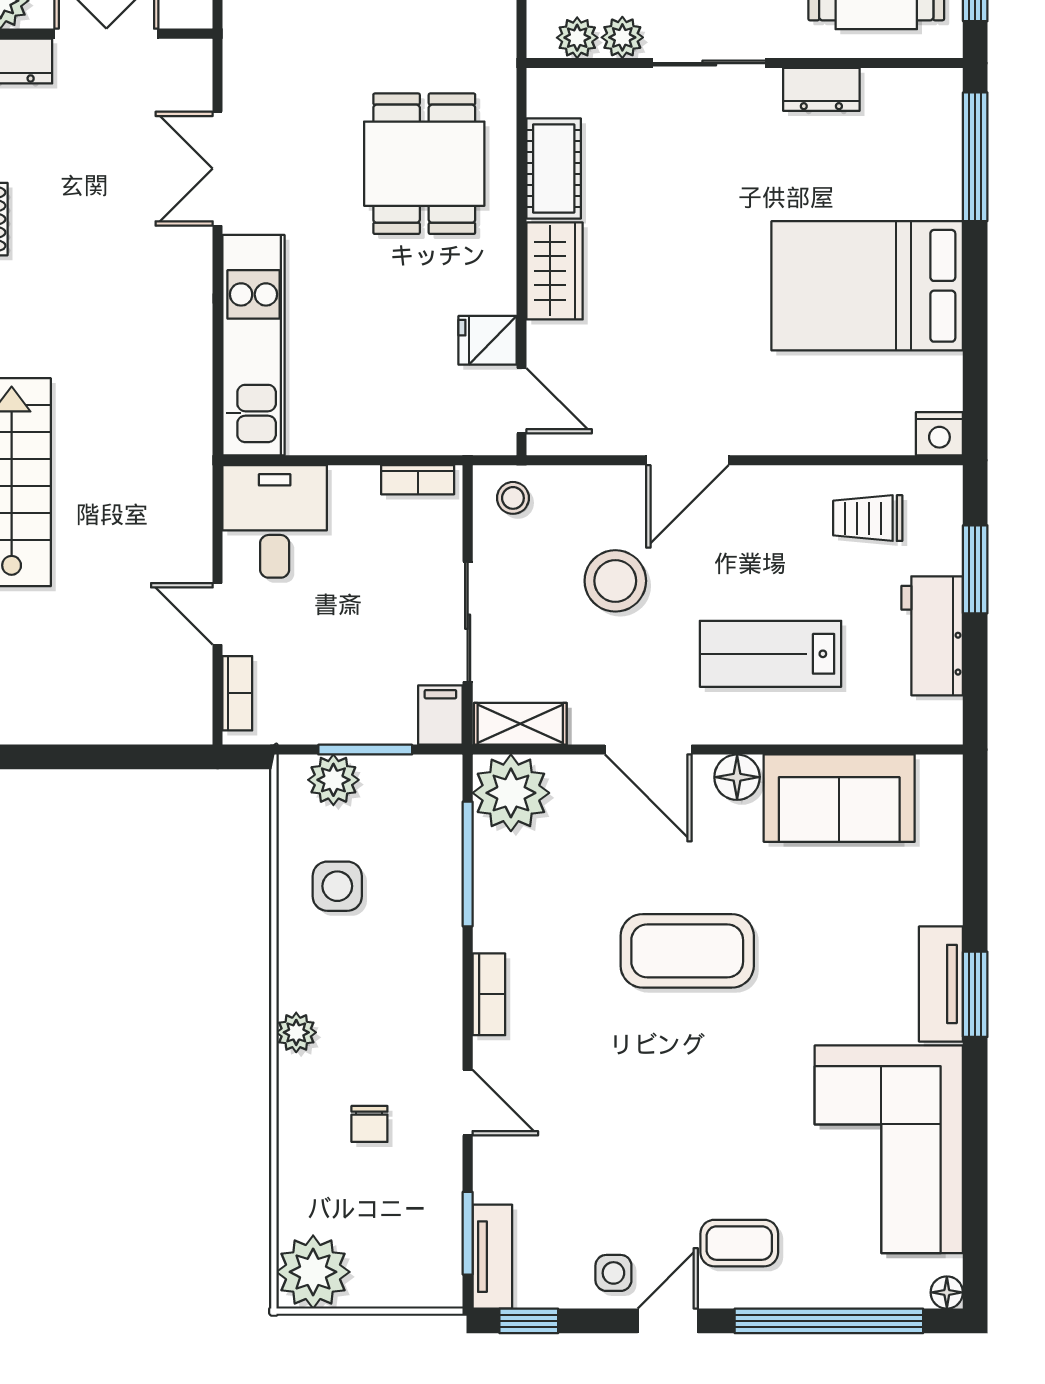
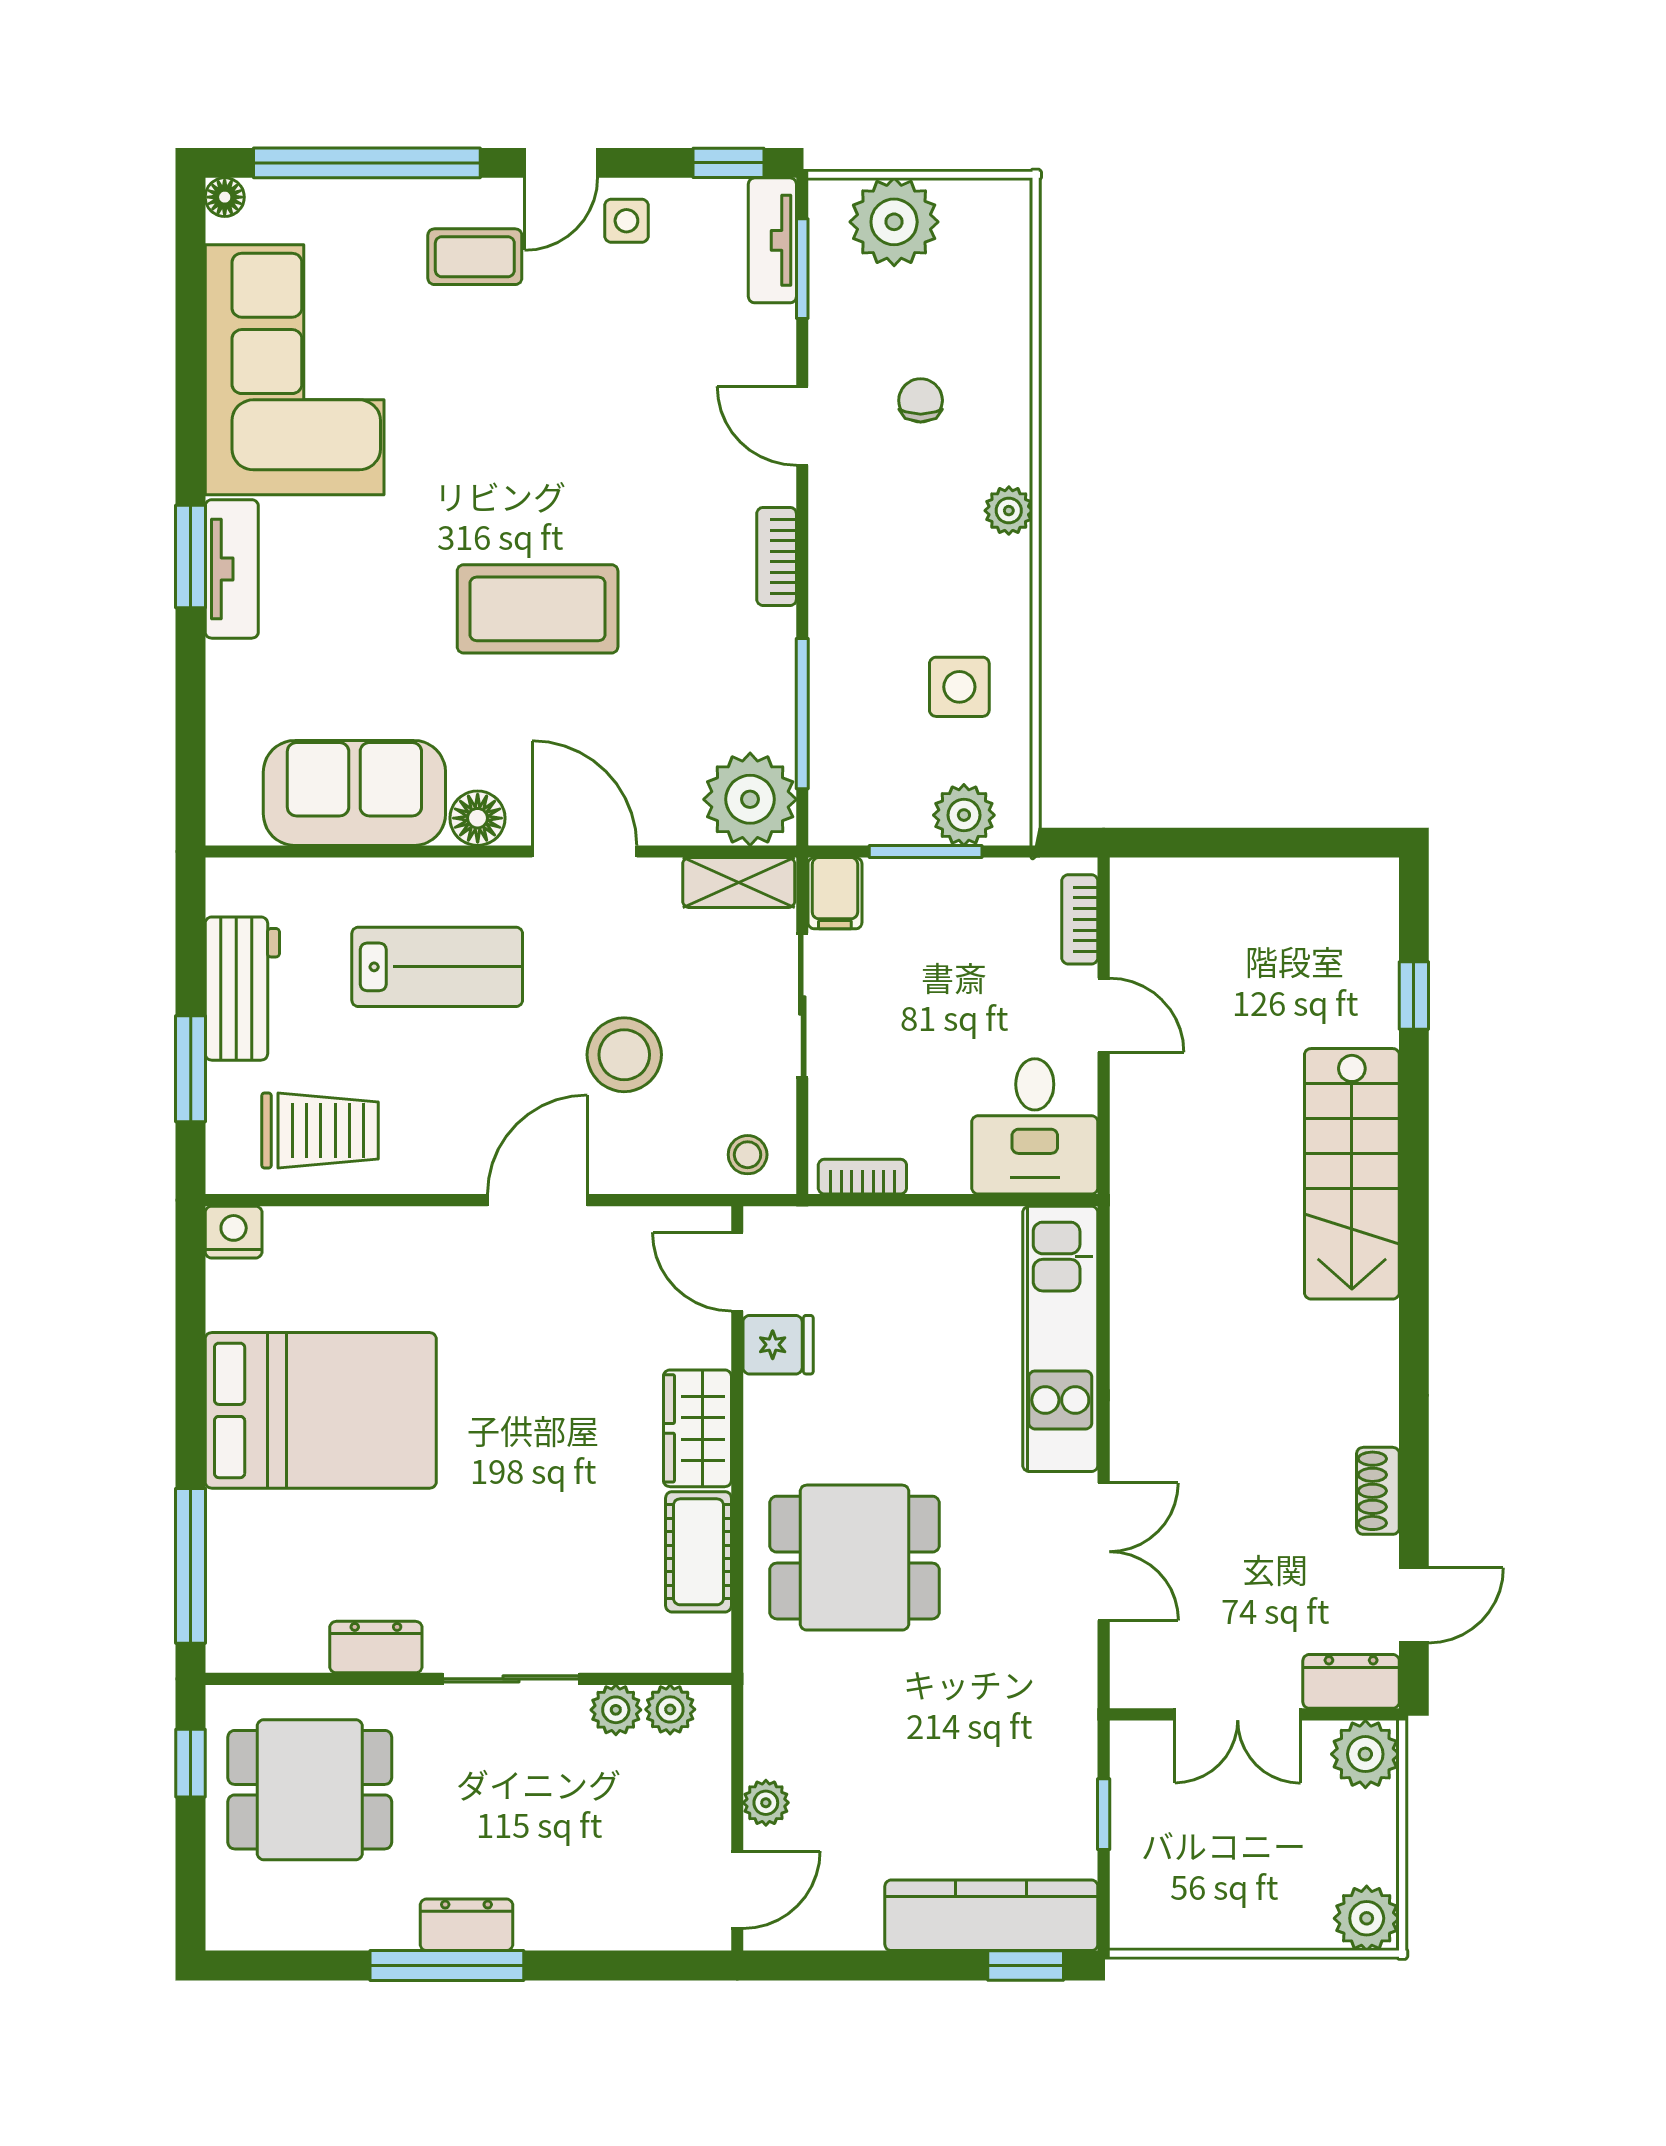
dining table: (424, 164) -> (854, 1558), turned 90
trolley: (868, 518) -> (320, 1130), width x1.36, depth x1.39
plant: (313, 1272) -> (894, 222), moved

